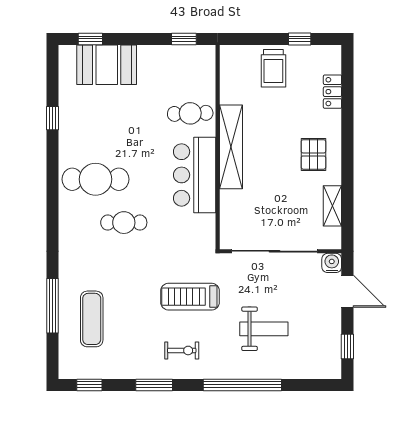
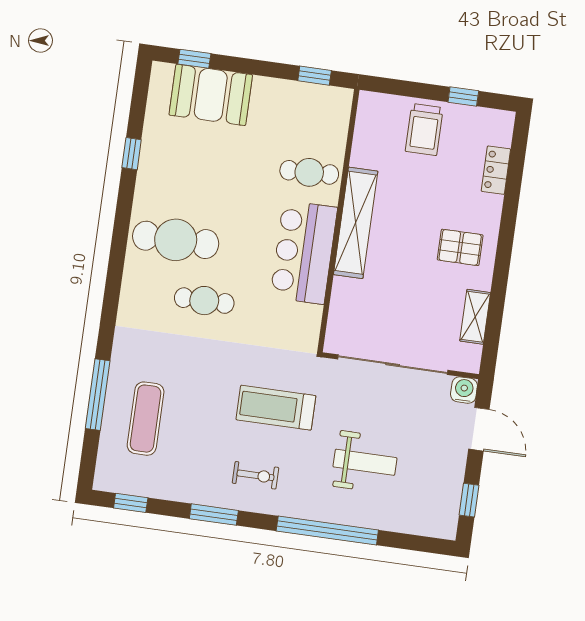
pallet: (313, 154) -> (460, 247), turned 90

